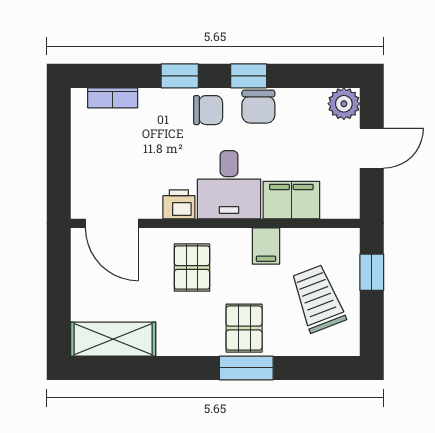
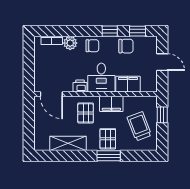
window: (180, 76) -> (138, 31), moved
plant: (344, 104) -> (70, 43), moved
chair: (258, 107) -> (126, 46), moved, turned -90
door: (372, 148) -> (162, 62), hinge flipped
filing cabinet: (266, 246) -> (111, 104), width x2.00
shelving: (113, 339) -> (68, 143), moved

